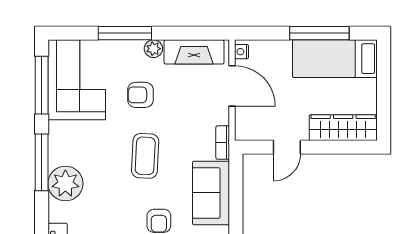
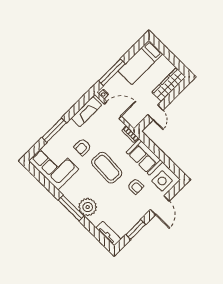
window: (319, 33) -> (112, 72), moved
plant: (153, 49) -> (70, 125), removed
window: (42, 85) -> (43, 180), removed
coffee table: (145, 156) -> (107, 168), width x1.36, depth x1.32

